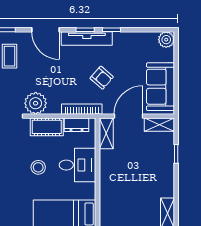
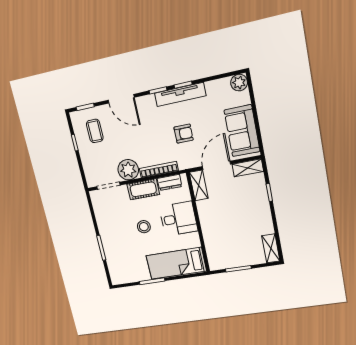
tv unit: (87, 38) -> (180, 94), moved
armchair: (102, 78) -> (184, 134), turned -41
bookcase: (82, 109) -> (159, 169), moved

